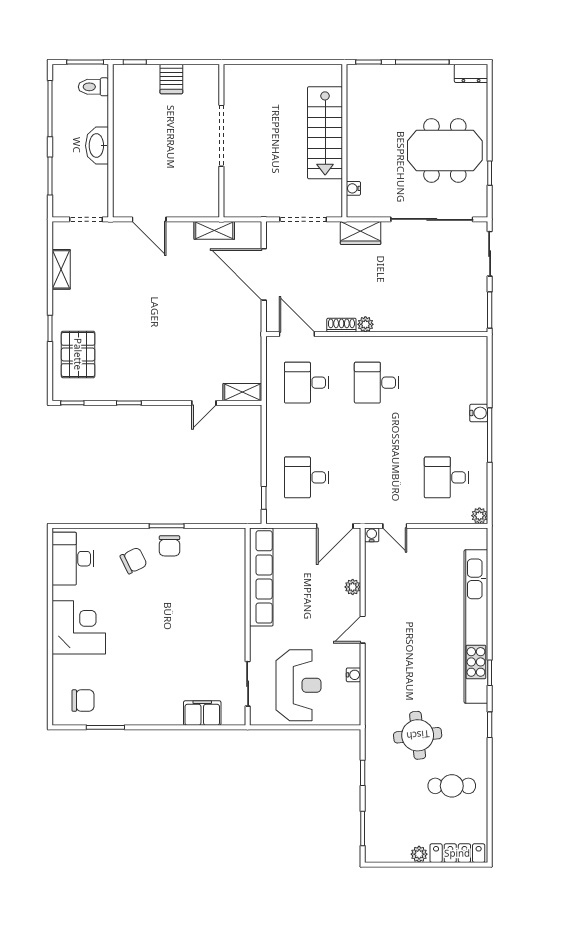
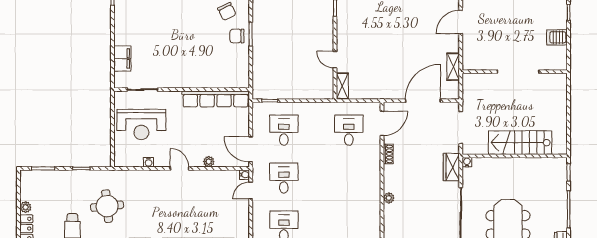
water cooler: (353, 188) -> (467, 162), moved
plant: (365, 324) -> (389, 198), moved
desk: (377, 383) -> (284, 178), moved

